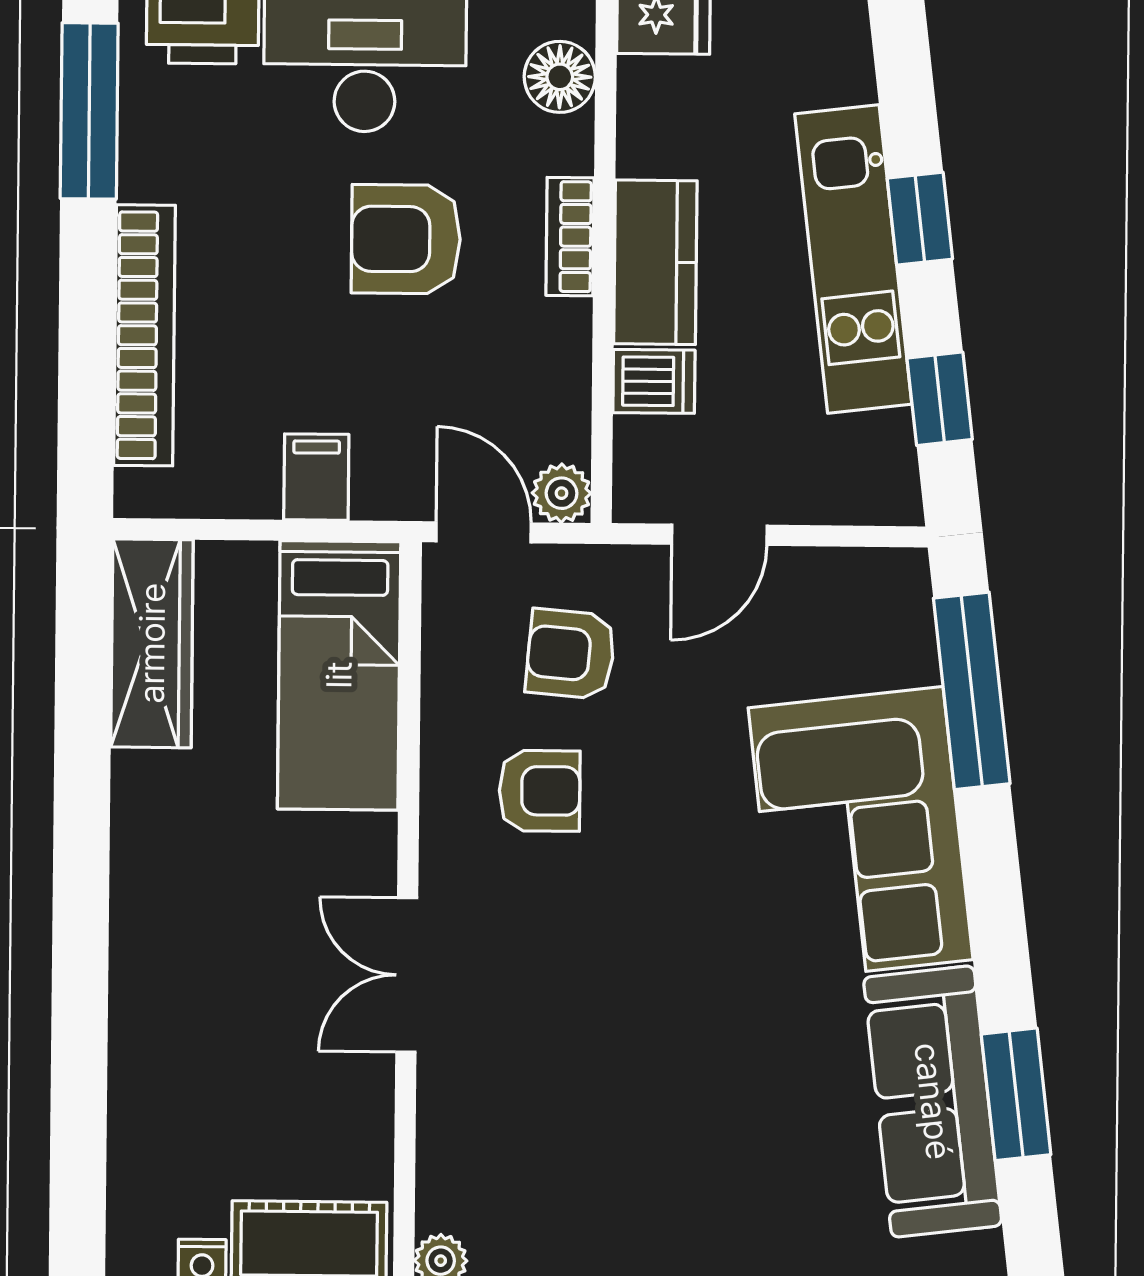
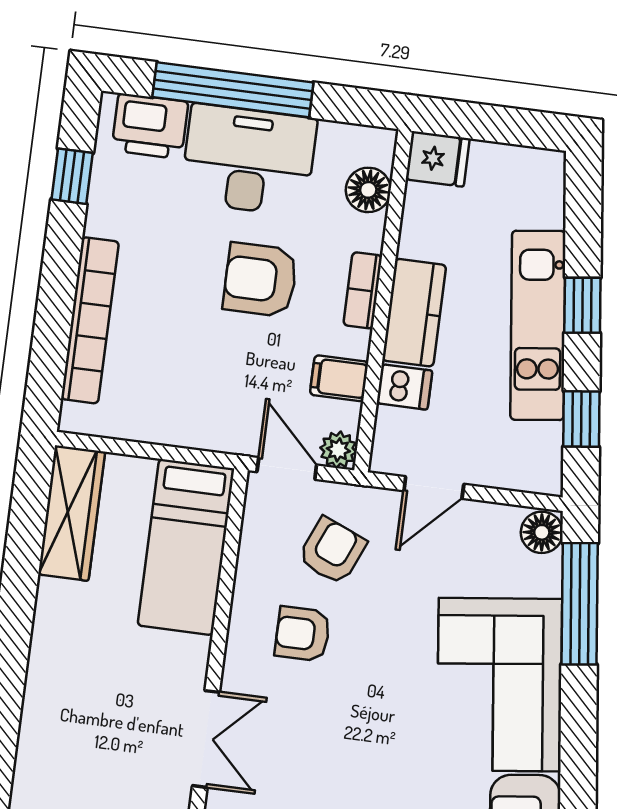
window: (89, 111) -> (72, 176), width x0.46
filing cabinet: (316, 477) -> (339, 378), moved, turned -90
floor lamp: (899, 585) -> (542, 532), added
armchair: (571, 654) -> (332, 551), turned 108
armchair: (540, 791) -> (303, 634), turned 180
double door: (407, 975) -> (206, 739), swing flipped

